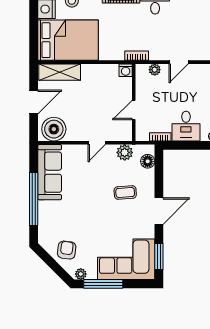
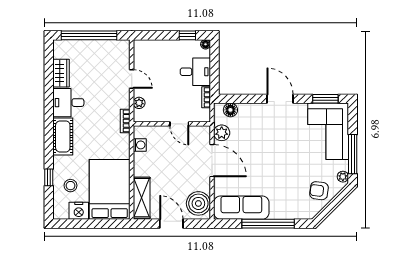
washing machine: (126, 70) -> (140, 145), moved
door: (97, 143) -> (212, 161), width x1.88
coffee table: (125, 192) -> (262, 132), removed

